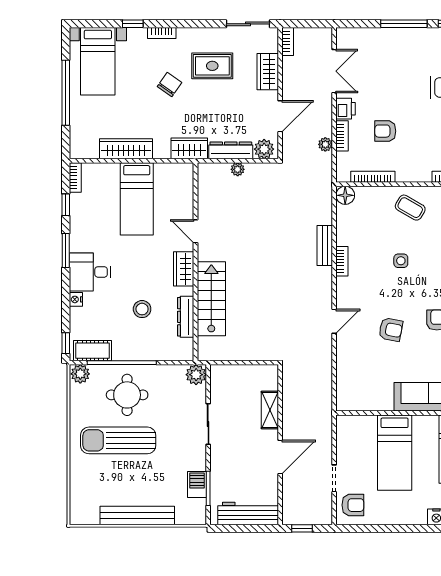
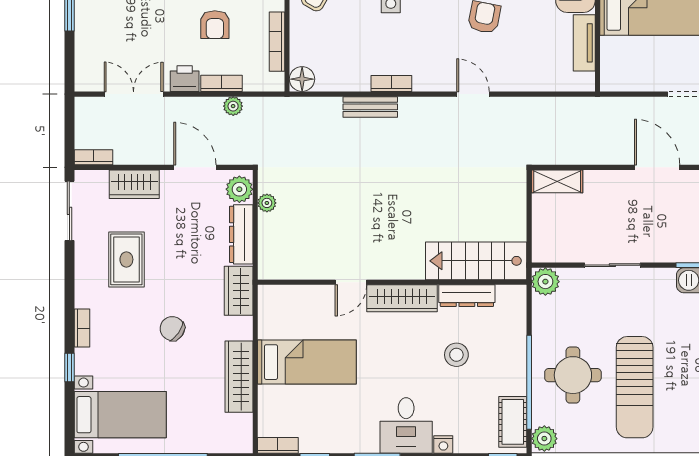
chair: (170, 84) -> (172, 329), moved
plant: (238, 169) -> (267, 203), moved
wardrobe: (184, 269) -> (402, 298), width x1.50
stairs: (211, 299) -> (476, 261), moved
tv unit: (372, 403) -> (584, 43), added
shelving: (270, 410) -> (557, 181), moved

